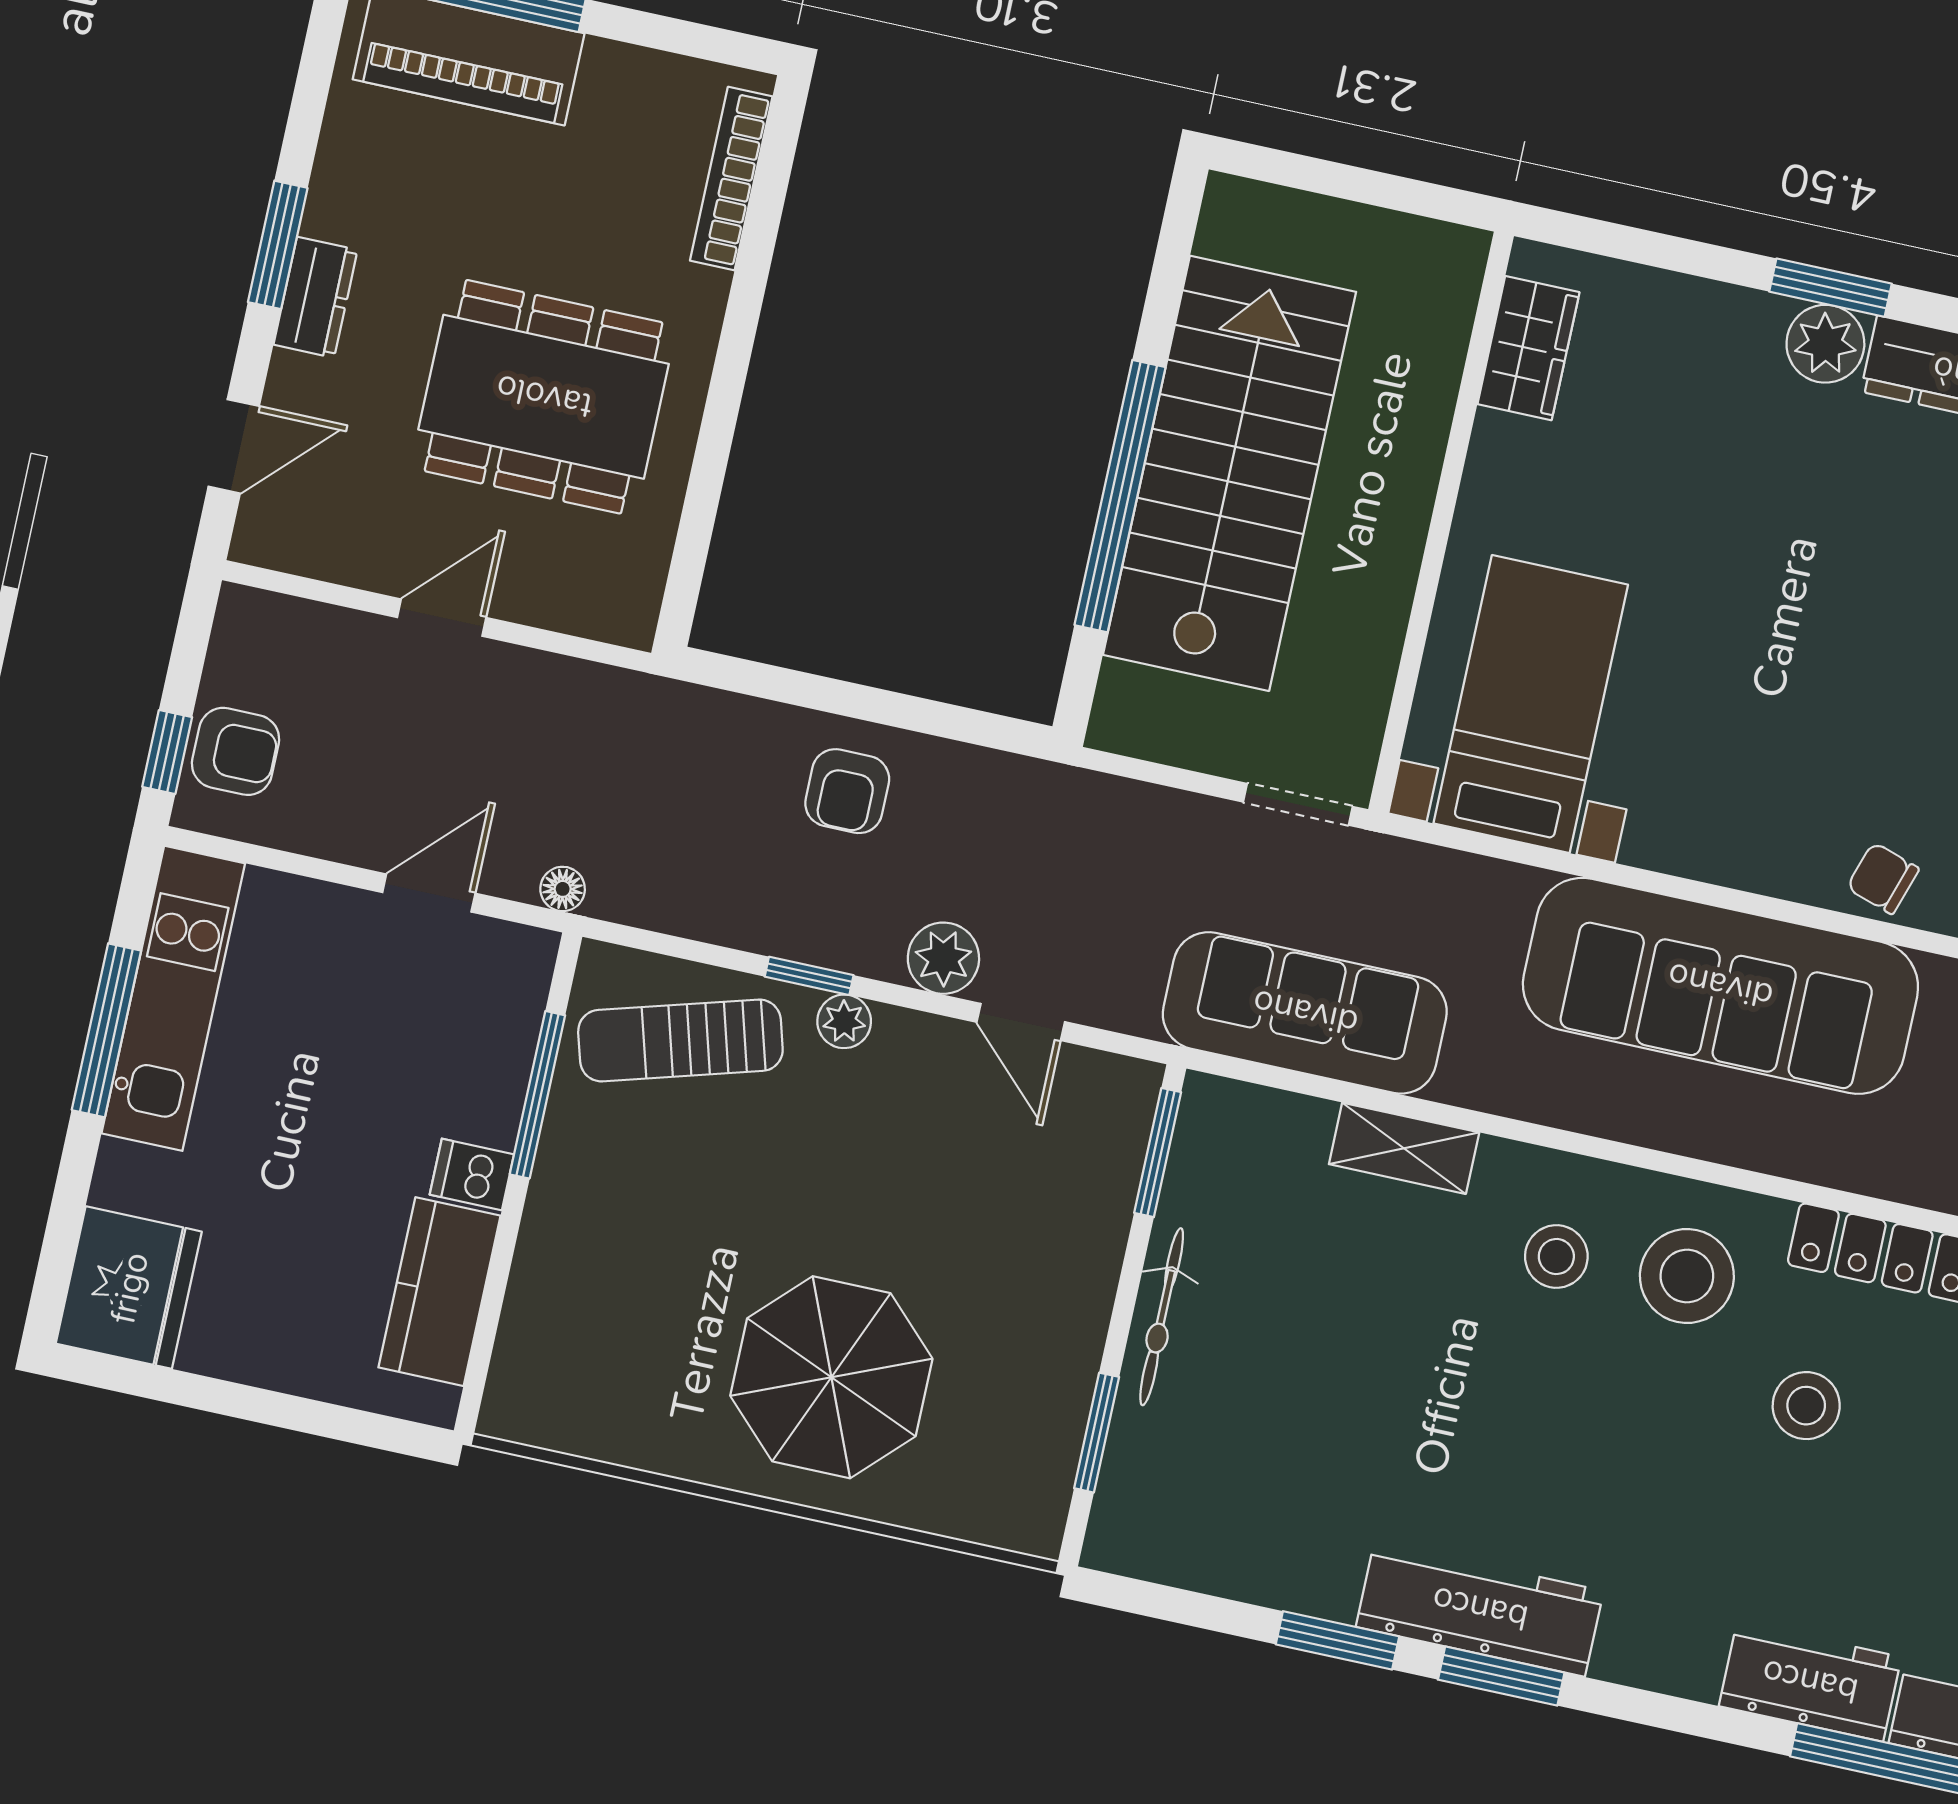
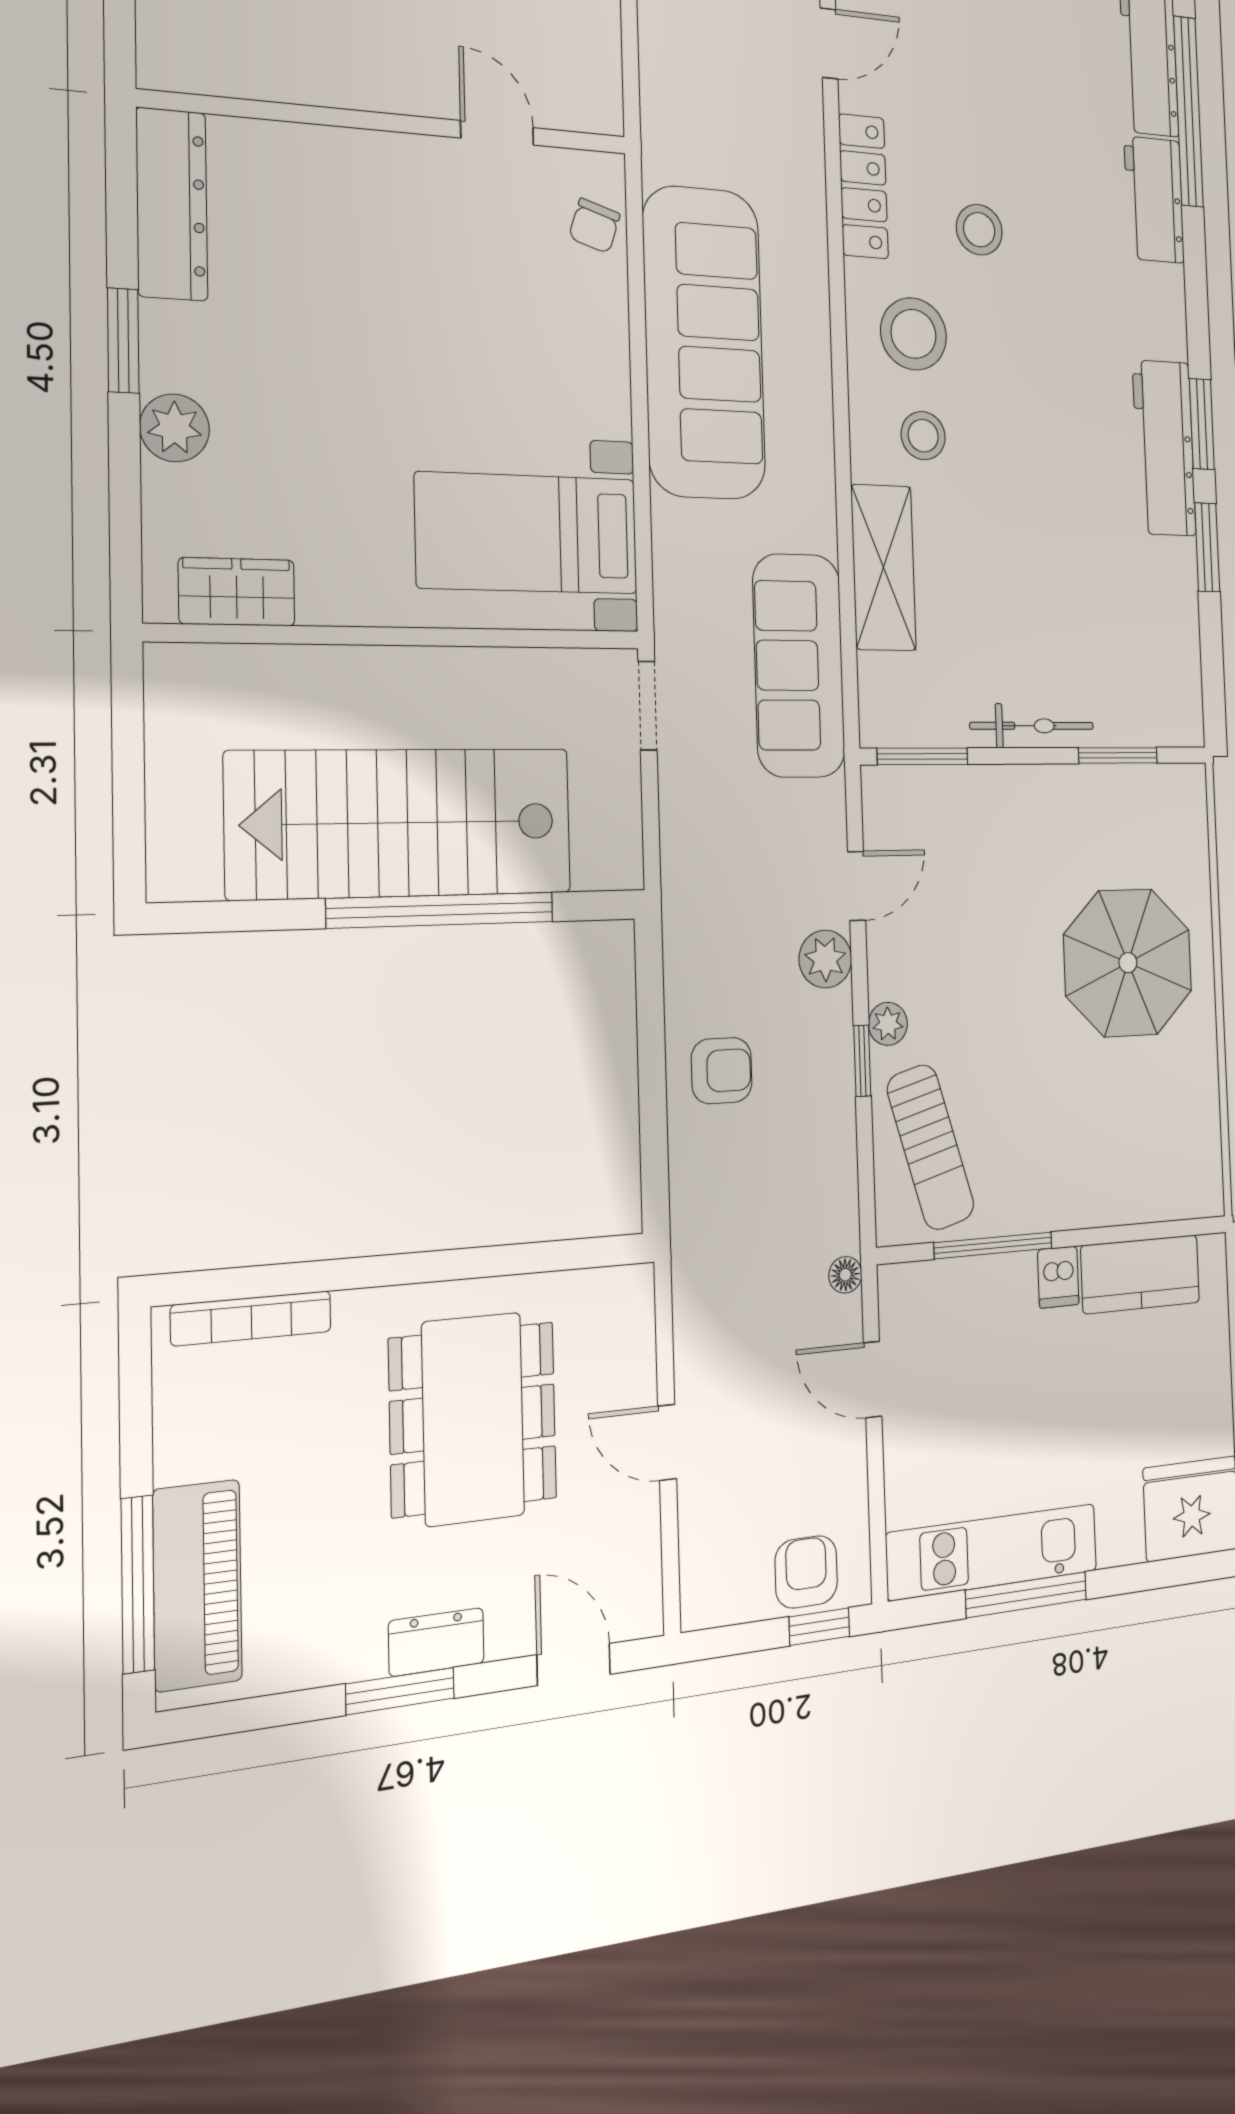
plant: (1825, 344) -> (175, 428), moved
shelving: (1404, 1148) -> (884, 568), width x1.50, depth x1.33

